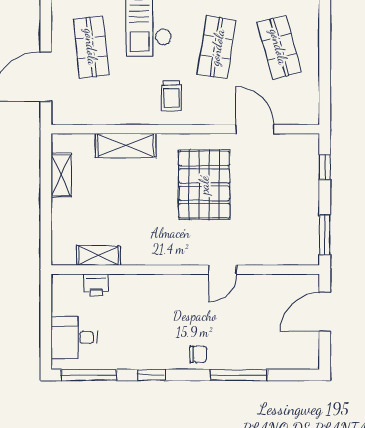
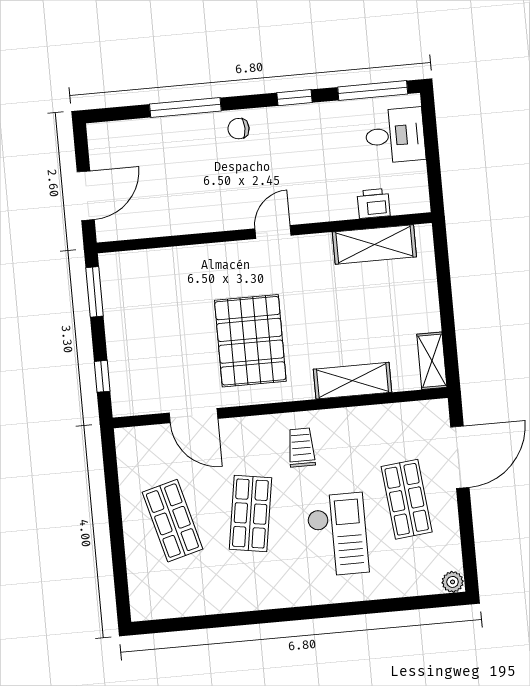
shelving: (61, 175) -> (432, 361), moved
shelving: (99, 256) -> (374, 244), width x1.50, depth x1.33
door: (222, 270) -> (273, 232), moved

